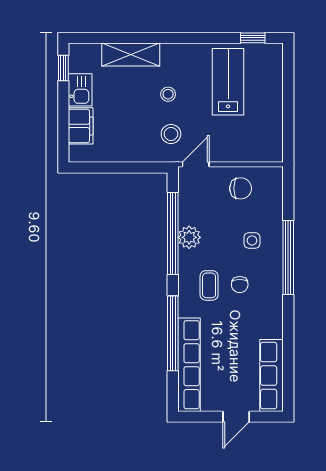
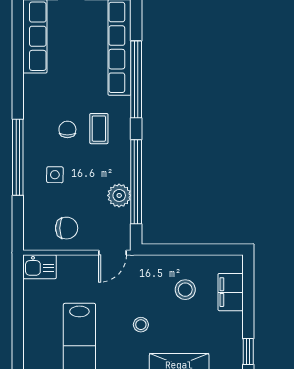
kitchen sink: (80, 90) -> (40, 267), moved, turned -90
stool: (171, 134) -> (185, 290), moved
chair: (241, 188) -> (67, 228), turned 180
plant: (189, 237) -> (119, 195), moved

